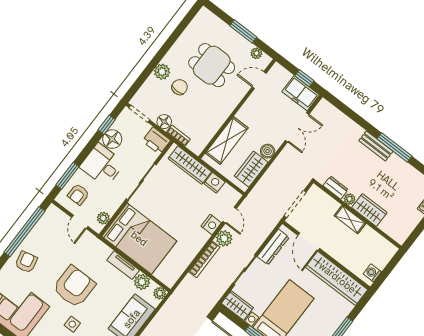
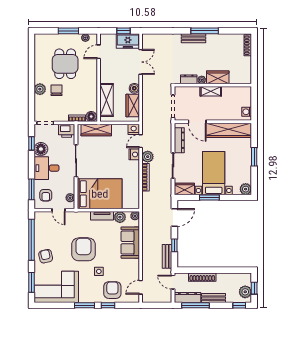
dining table: (212, 65) -> (65, 64), turned 90
floor lamp: (164, 122) -> (91, 116), moved
nightstand: (214, 183) -> (134, 129), moved
door: (230, 215) -> (141, 141), swing flipped

